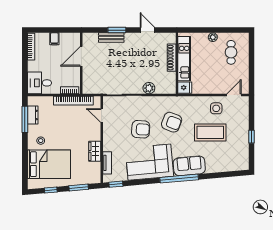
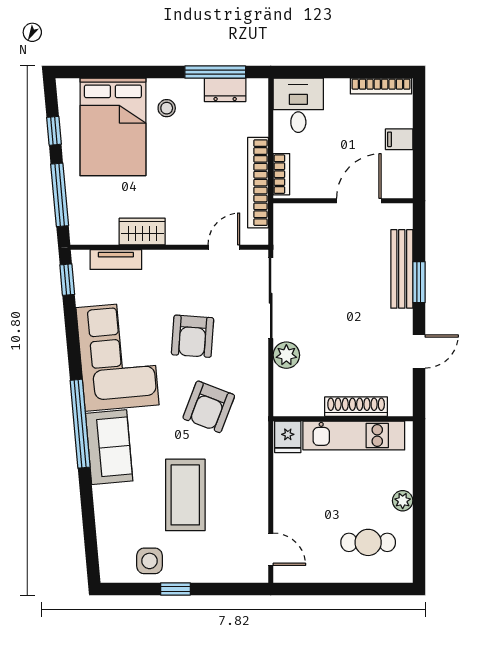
bench: (111, 38) -> (402, 269), width x1.36
door: (81, 56) -> (359, 201), hinge flipped
side table: (216, 108) -> (150, 561), moved
window: (79, 188) -> (60, 195), width x1.44

